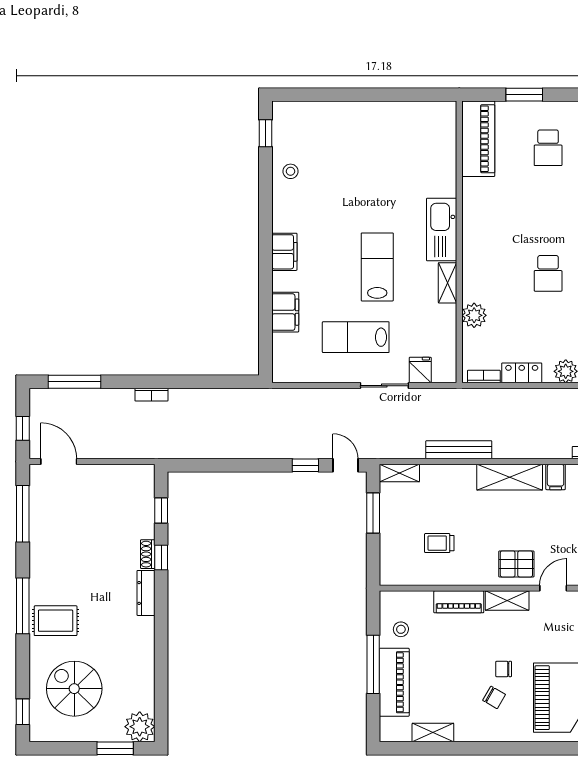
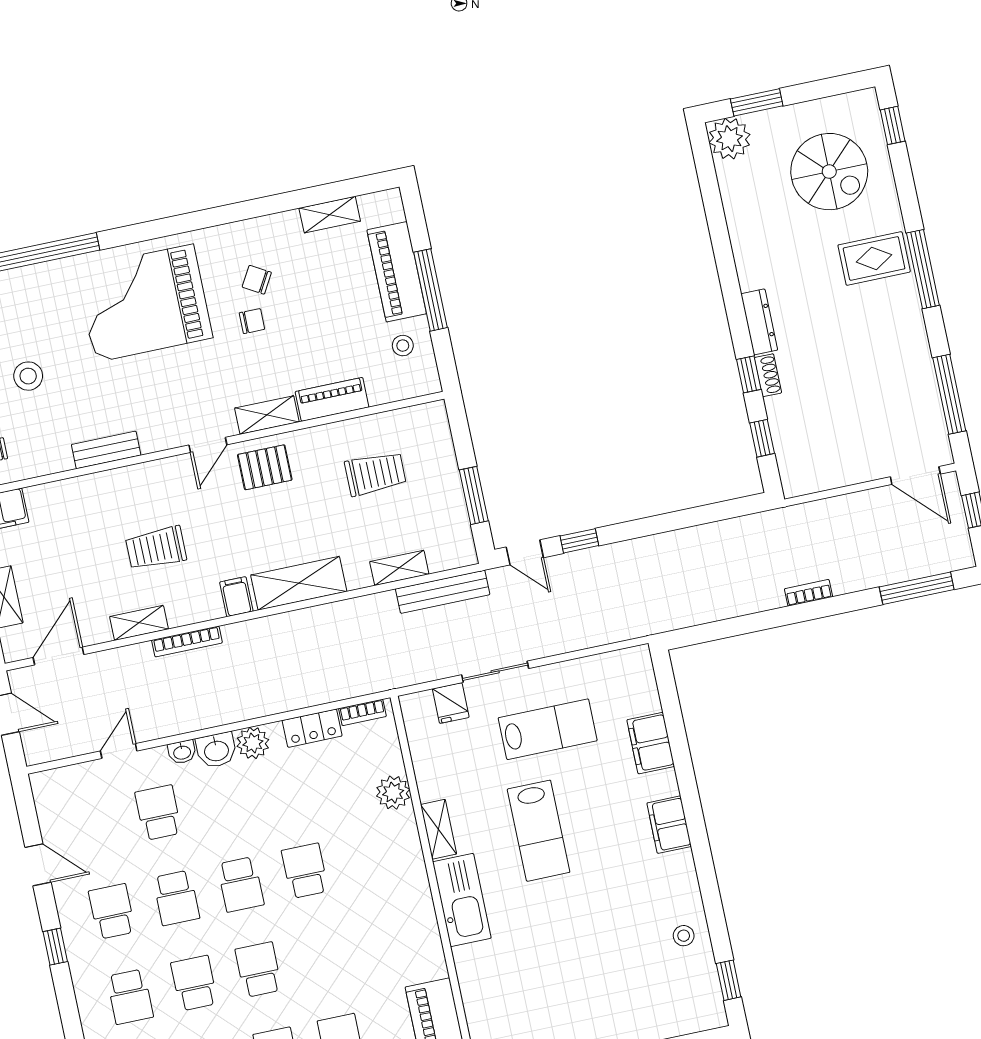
bench: (459, 450) -> (443, 592), moved
shelving: (399, 473) -> (399, 568), moved
trolley: (439, 543) -> (375, 474), width x1.36, depth x1.39

